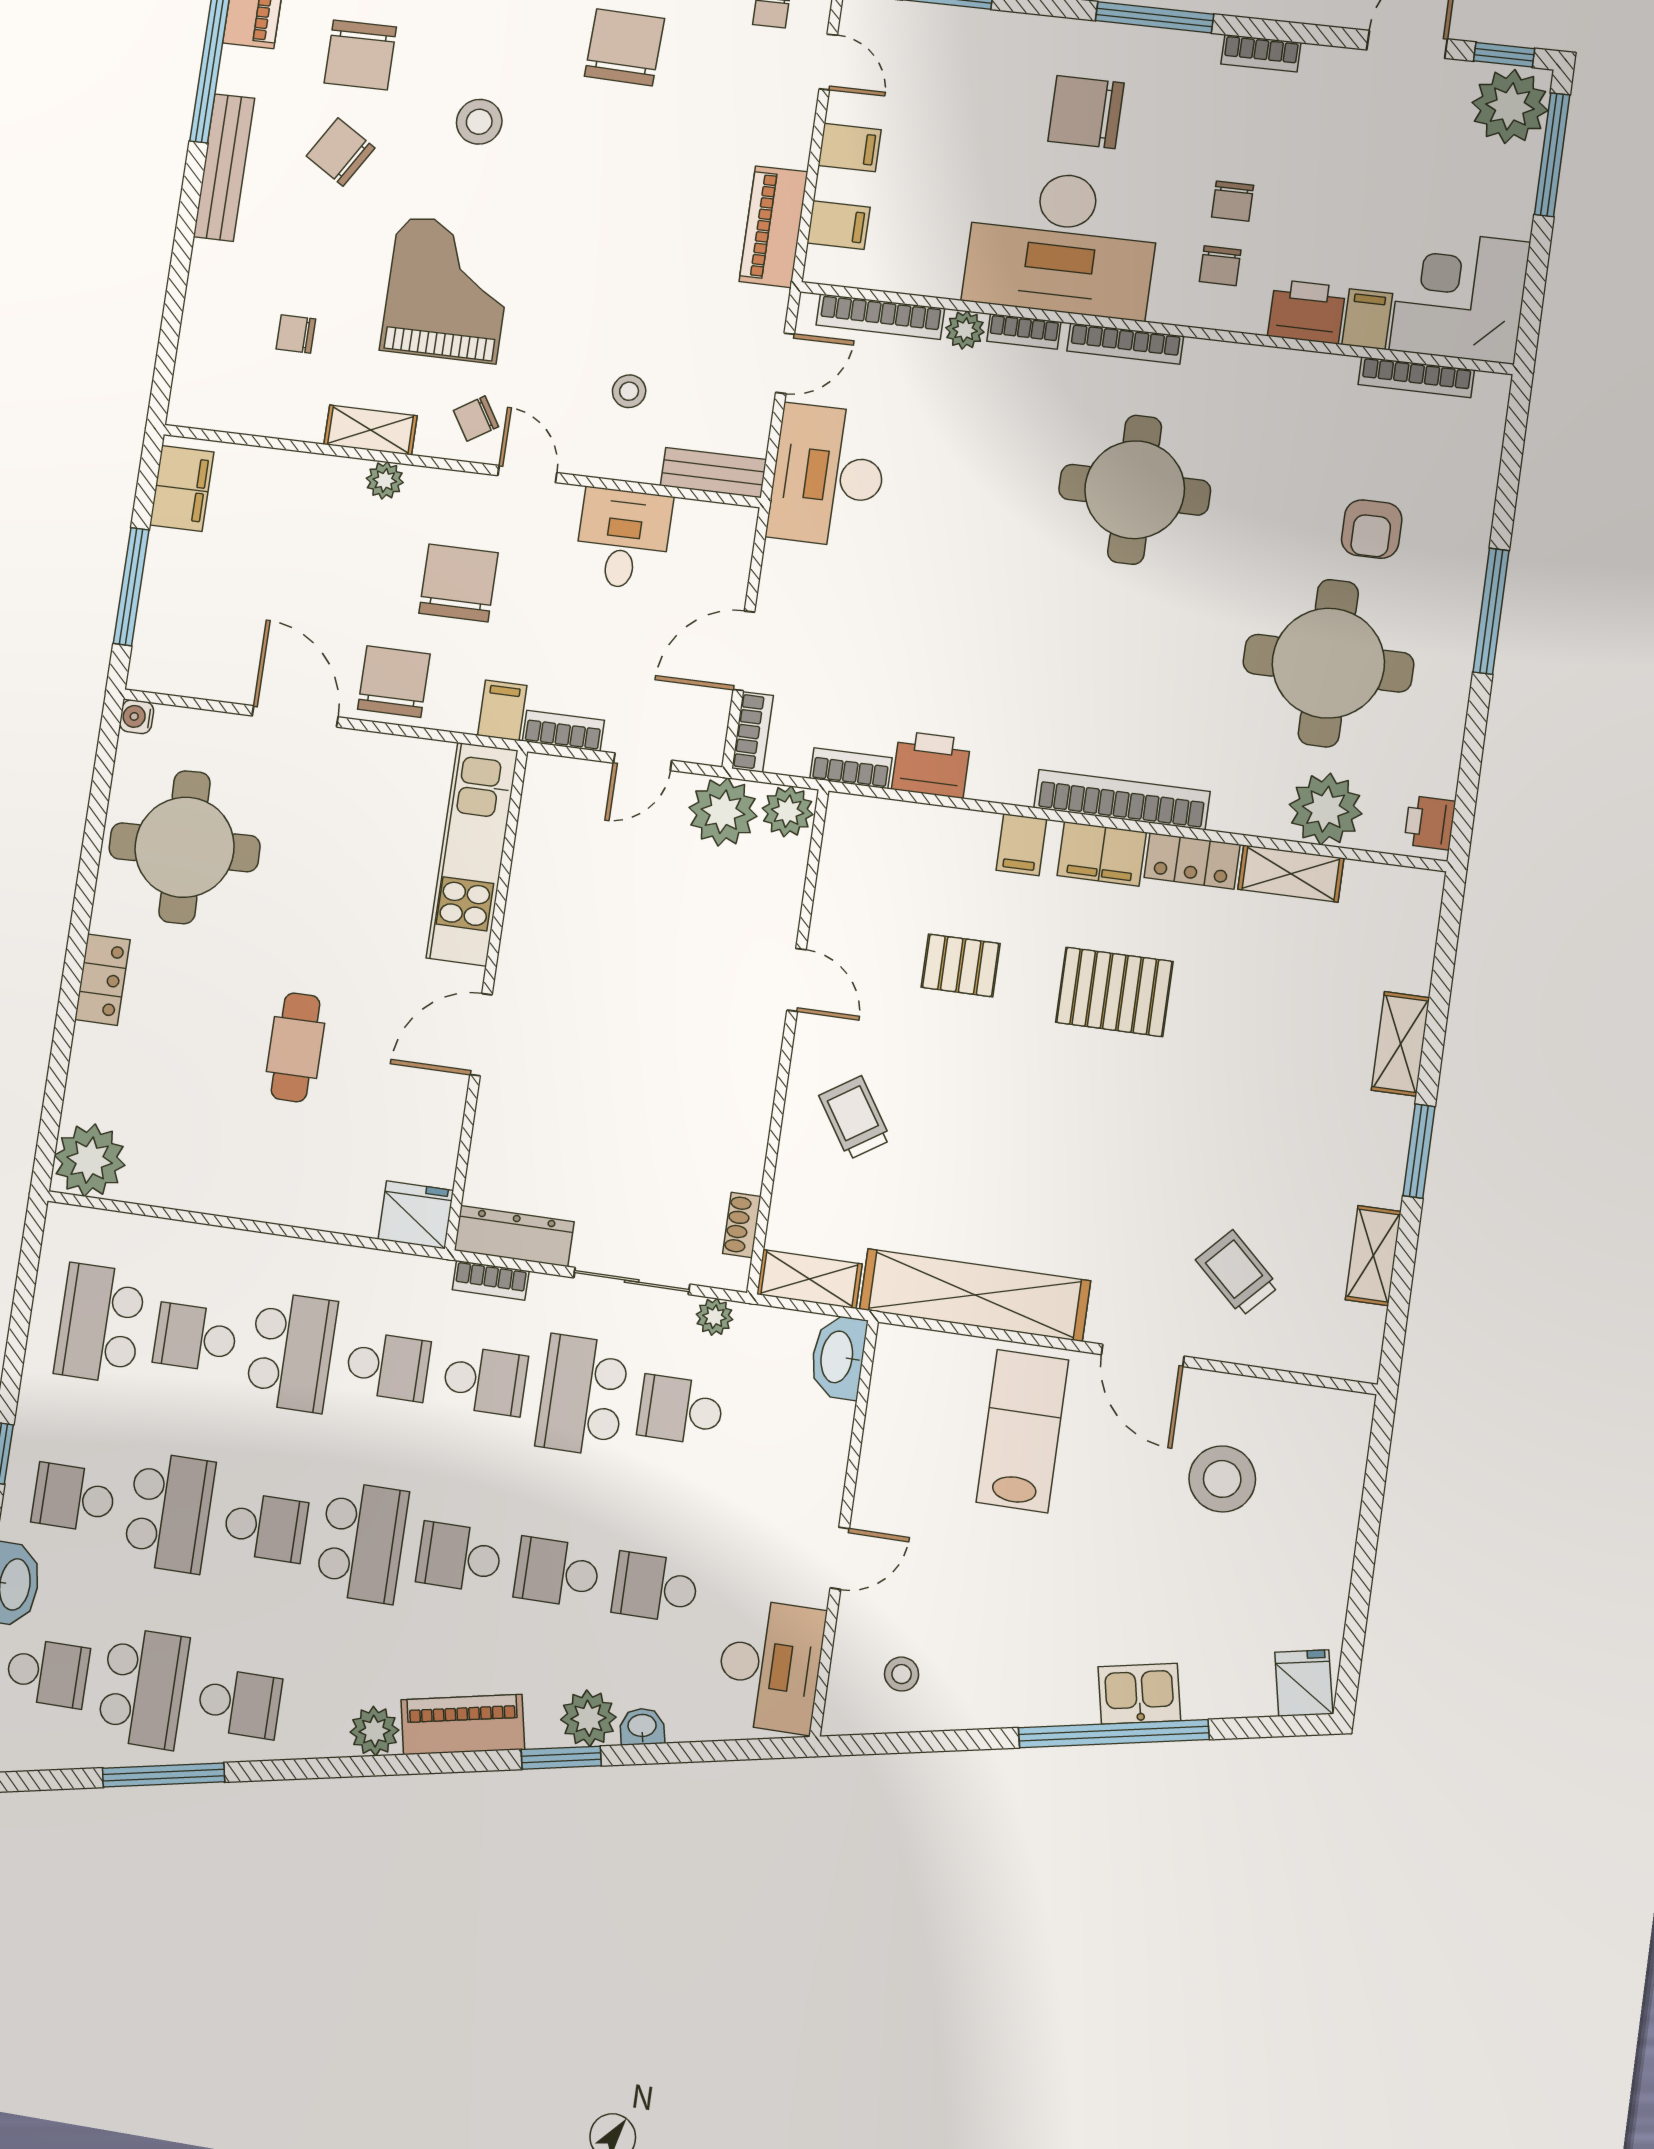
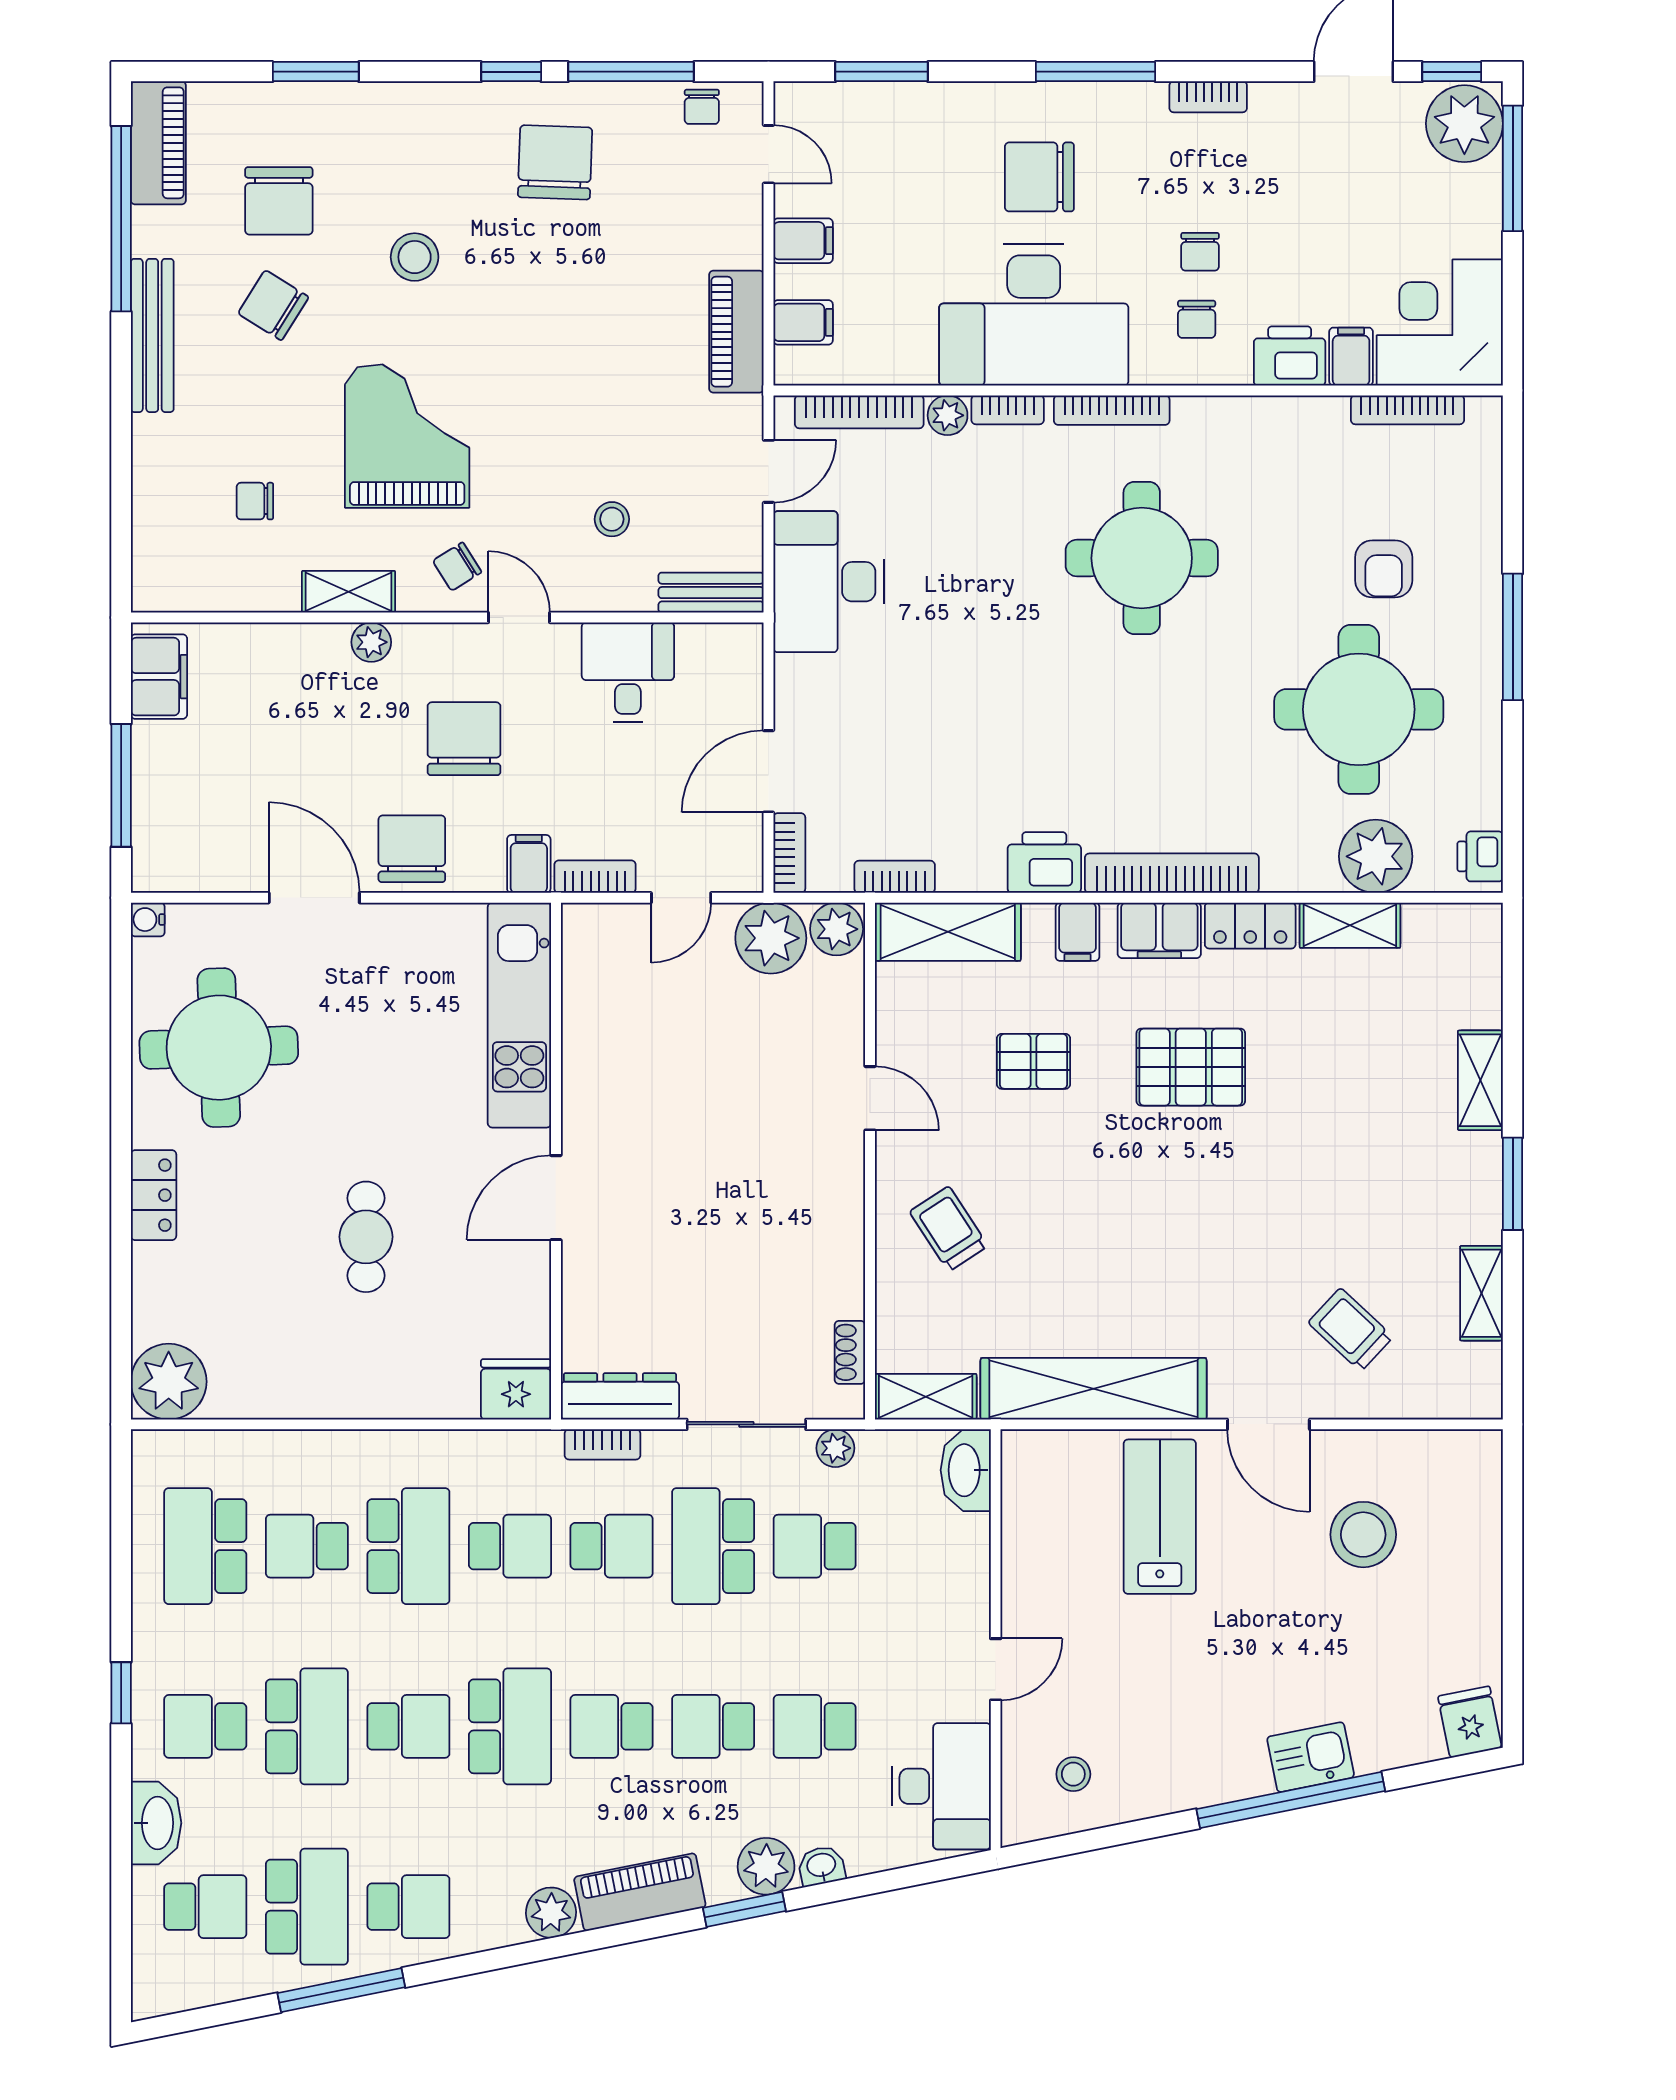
printer: (931, 764) -> (1044, 863), moved
shelving: (895, 828) -> (948, 932), added

